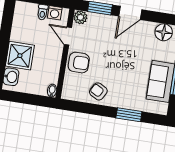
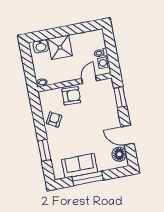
door: (130, 13) -> (127, 135), moved
plant: (80, 17) -> (107, 84), removed
armchair: (79, 63) -> (71, 96), turned -88

